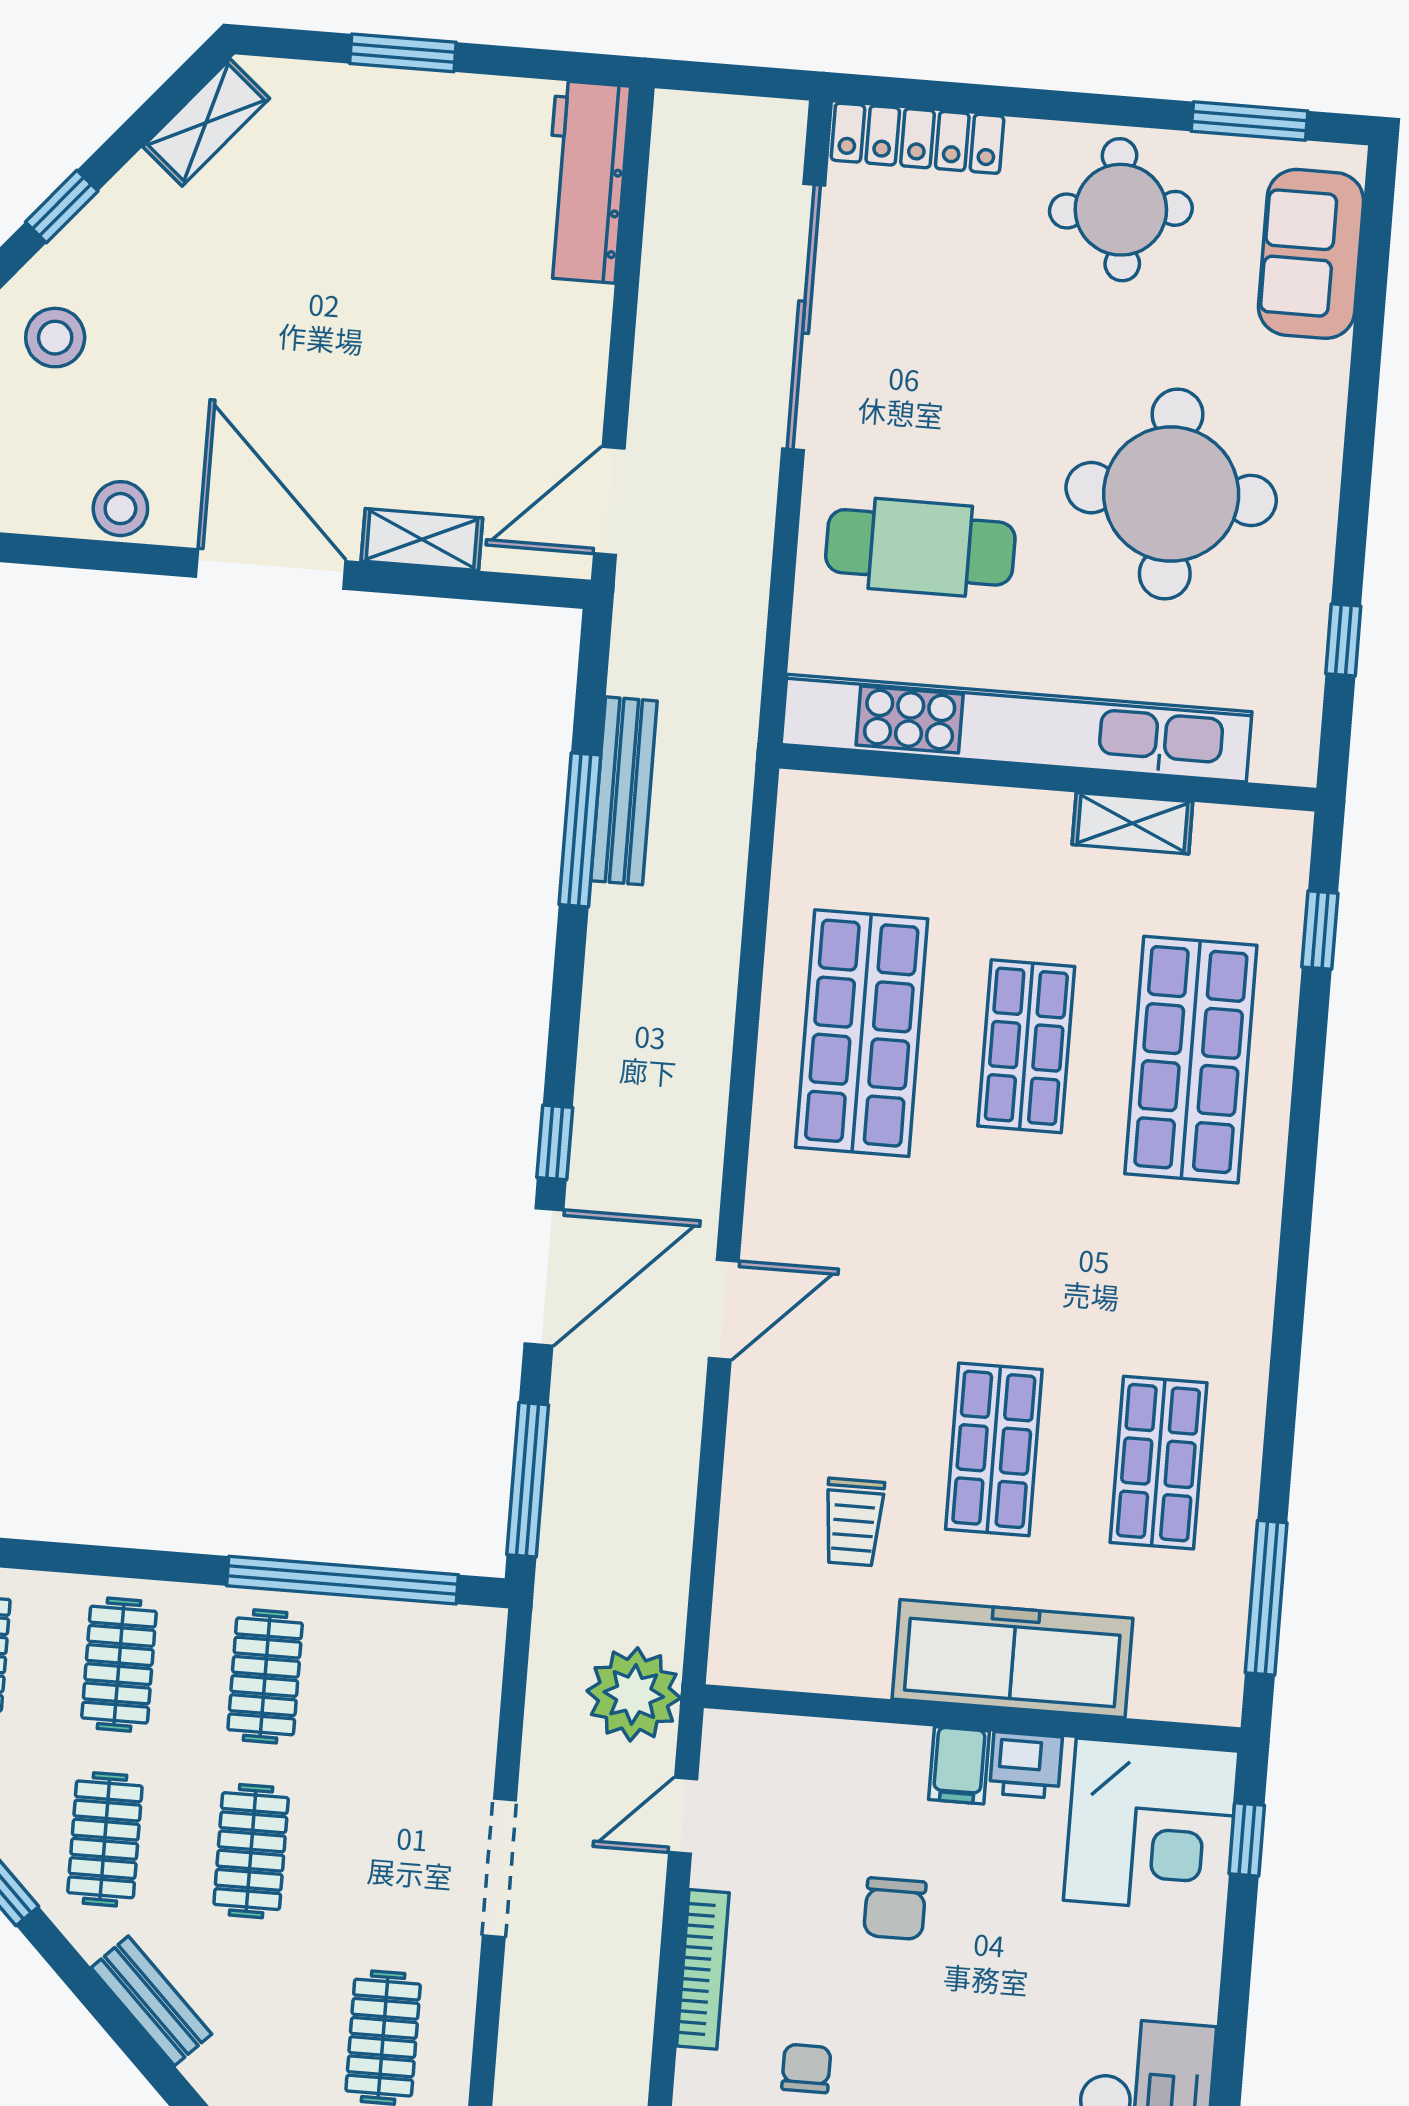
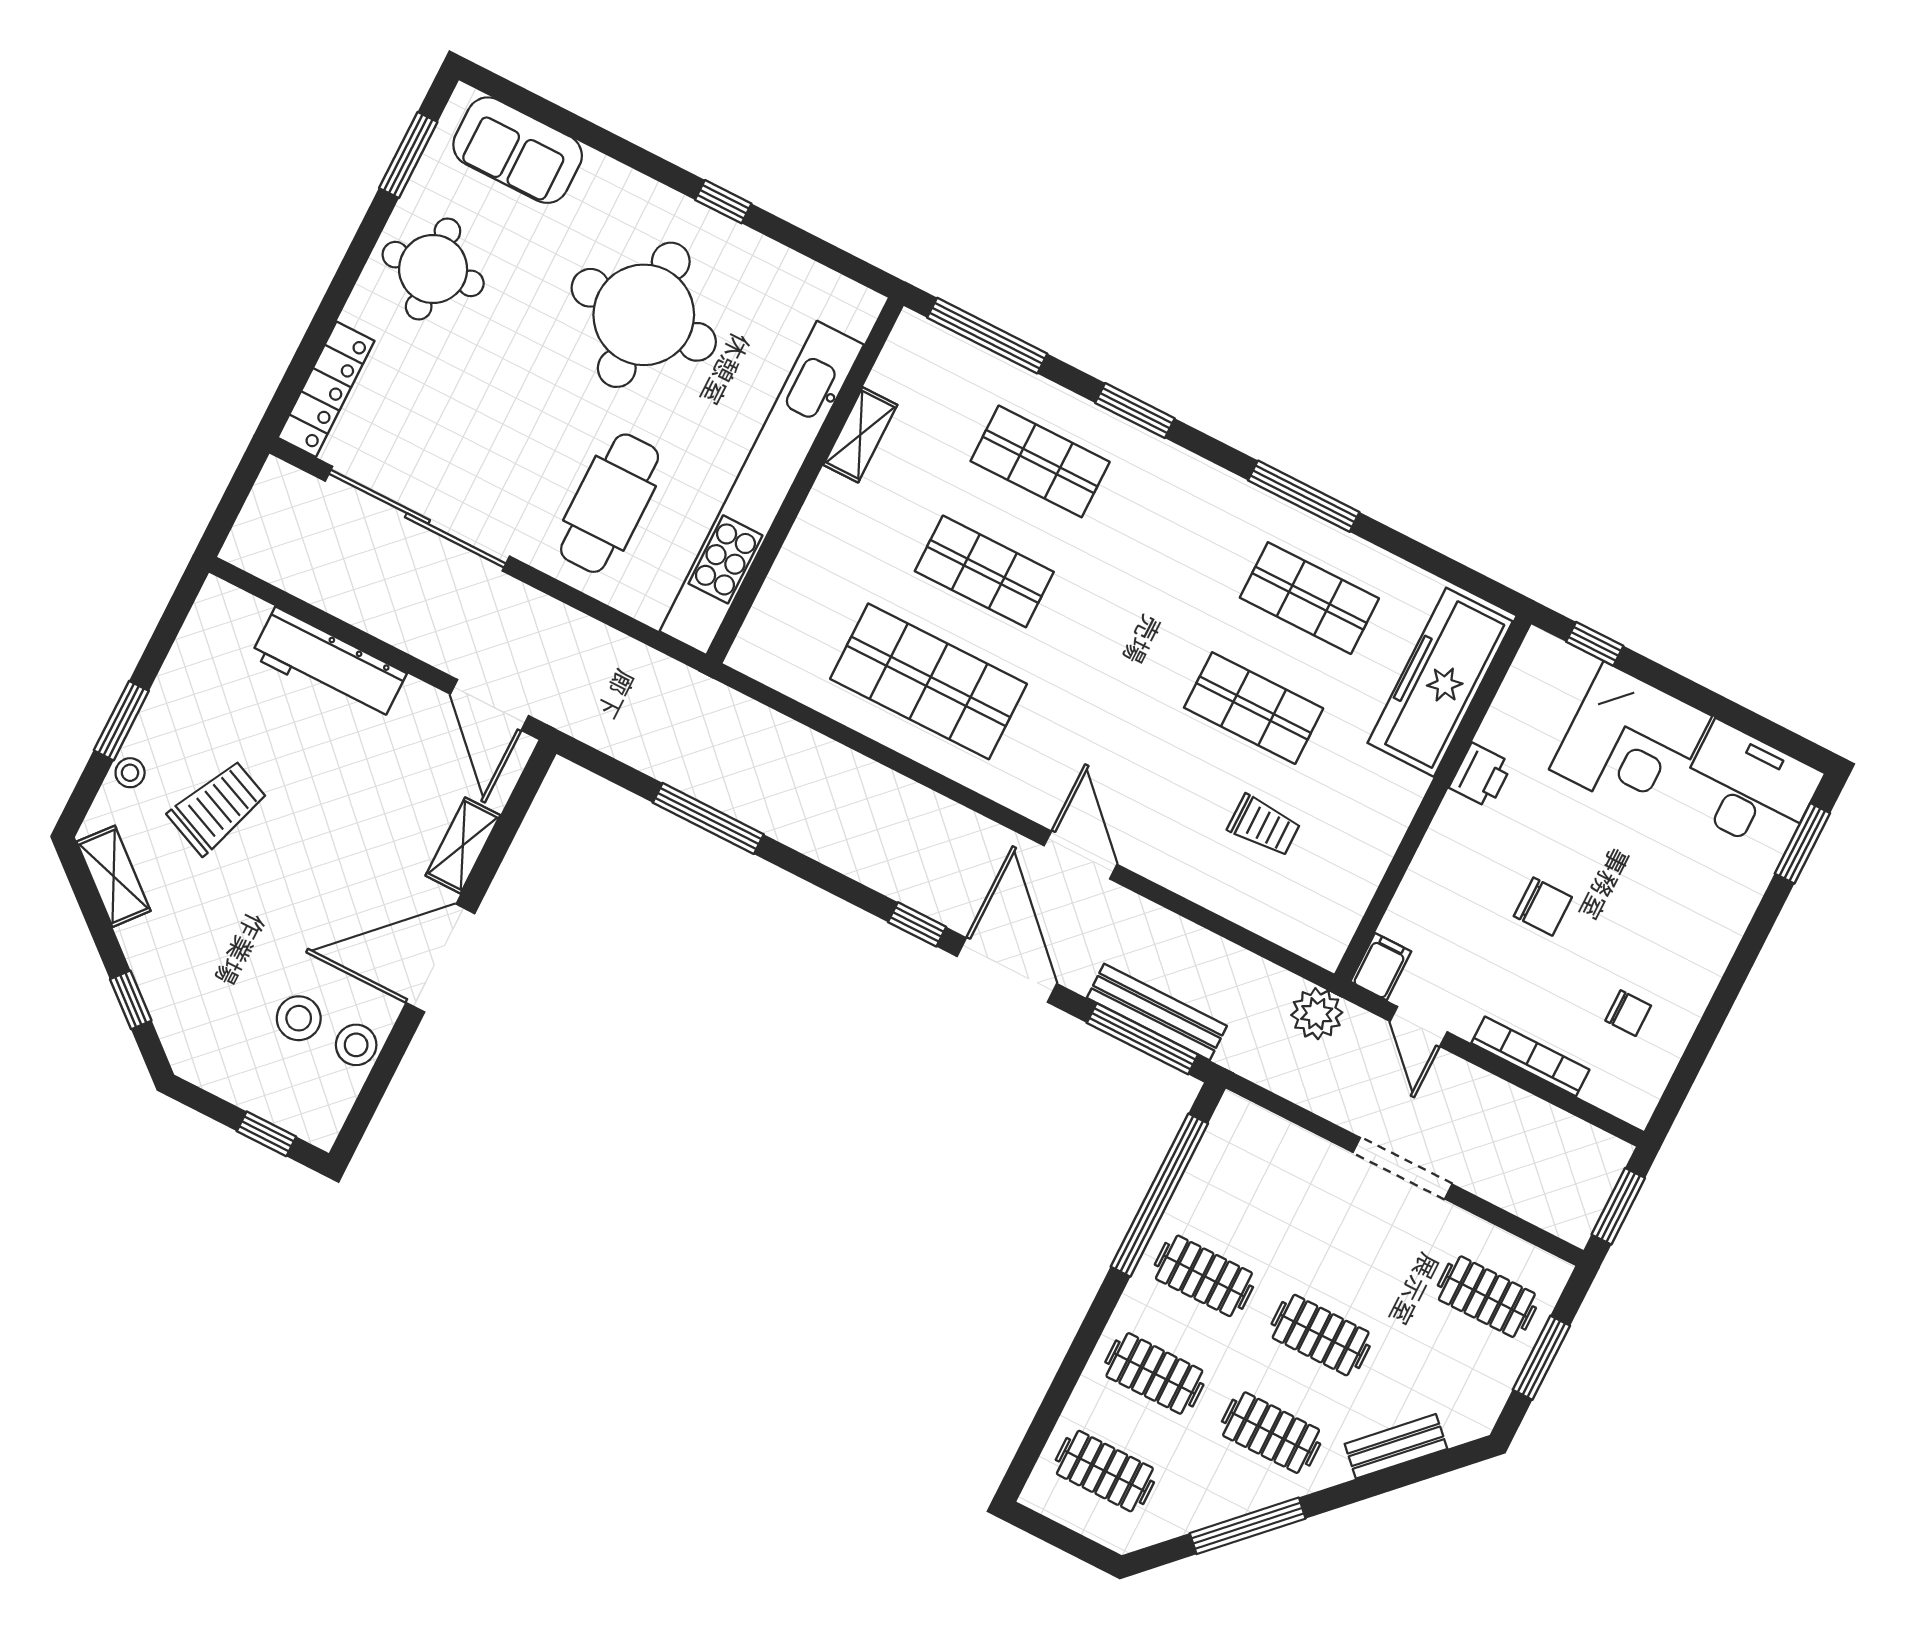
stool: (343, 90) -> (130, 773), added
workbench: (586, 182) -> (329, 665), moved
trolley: (344, 216) -> (218, 807), added
stool: (55, 338) -> (299, 1018), moved
window: (1343, 640) -> (723, 202), moved
bench: (624, 791) -> (1157, 1012), moved
window: (1320, 930) -> (987, 336), width x2.17
shop shelf: (1191, 1060) -> (1040, 461), width x0.70, depth x0.74
window: (1302, 1151) -> (1135, 411), added
window: (1266, 1598) -> (1304, 496), moved
freezer: (1013, 1659) -> (1440, 682), moved
plant: (634, 1694) -> (1317, 1014), width x0.73, depth x0.73
filing cabinet: (959, 1765) -> (1381, 967), moved, turned -90
corner desk: (1151, 1826) -> (1630, 743), moved, turned 90
chair: (806, 2068) -> (1628, 1013), turned 180

